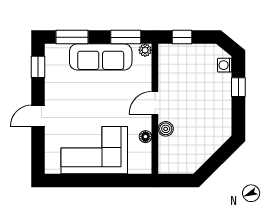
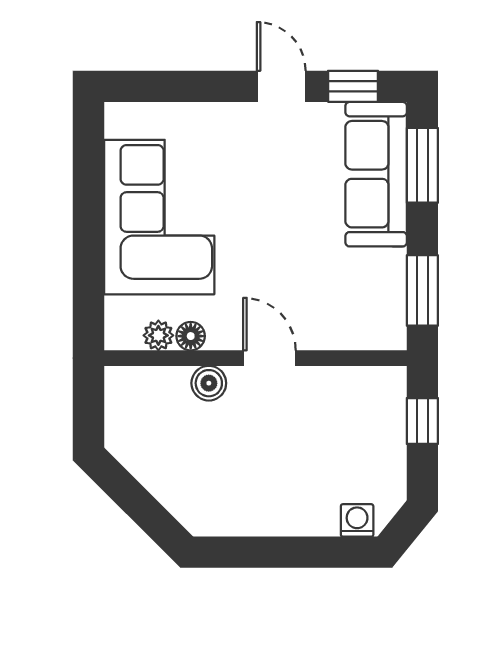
plant: (145, 50) -> (158, 335), moved
sofa: (101, 57) -> (376, 174), moved
window: (238, 87) -> (306, 552), removed
door: (38, 116) -> (281, 86), moved

